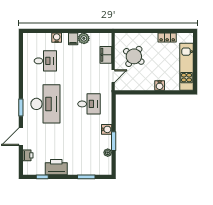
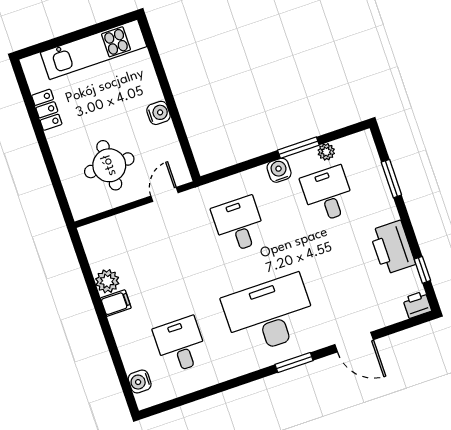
water cooler: (57, 38) -> (140, 382), moved
filing cabinet: (106, 55) -> (126, 224), removed
round table: (134, 56) -> (109, 165), turned -35
door: (113, 76) -> (165, 194), hinge flipped
water cooler: (160, 86) -> (158, 113), moved
desk: (89, 147) -> (328, 194), added
printer: (28, 155) -> (417, 305), moved

